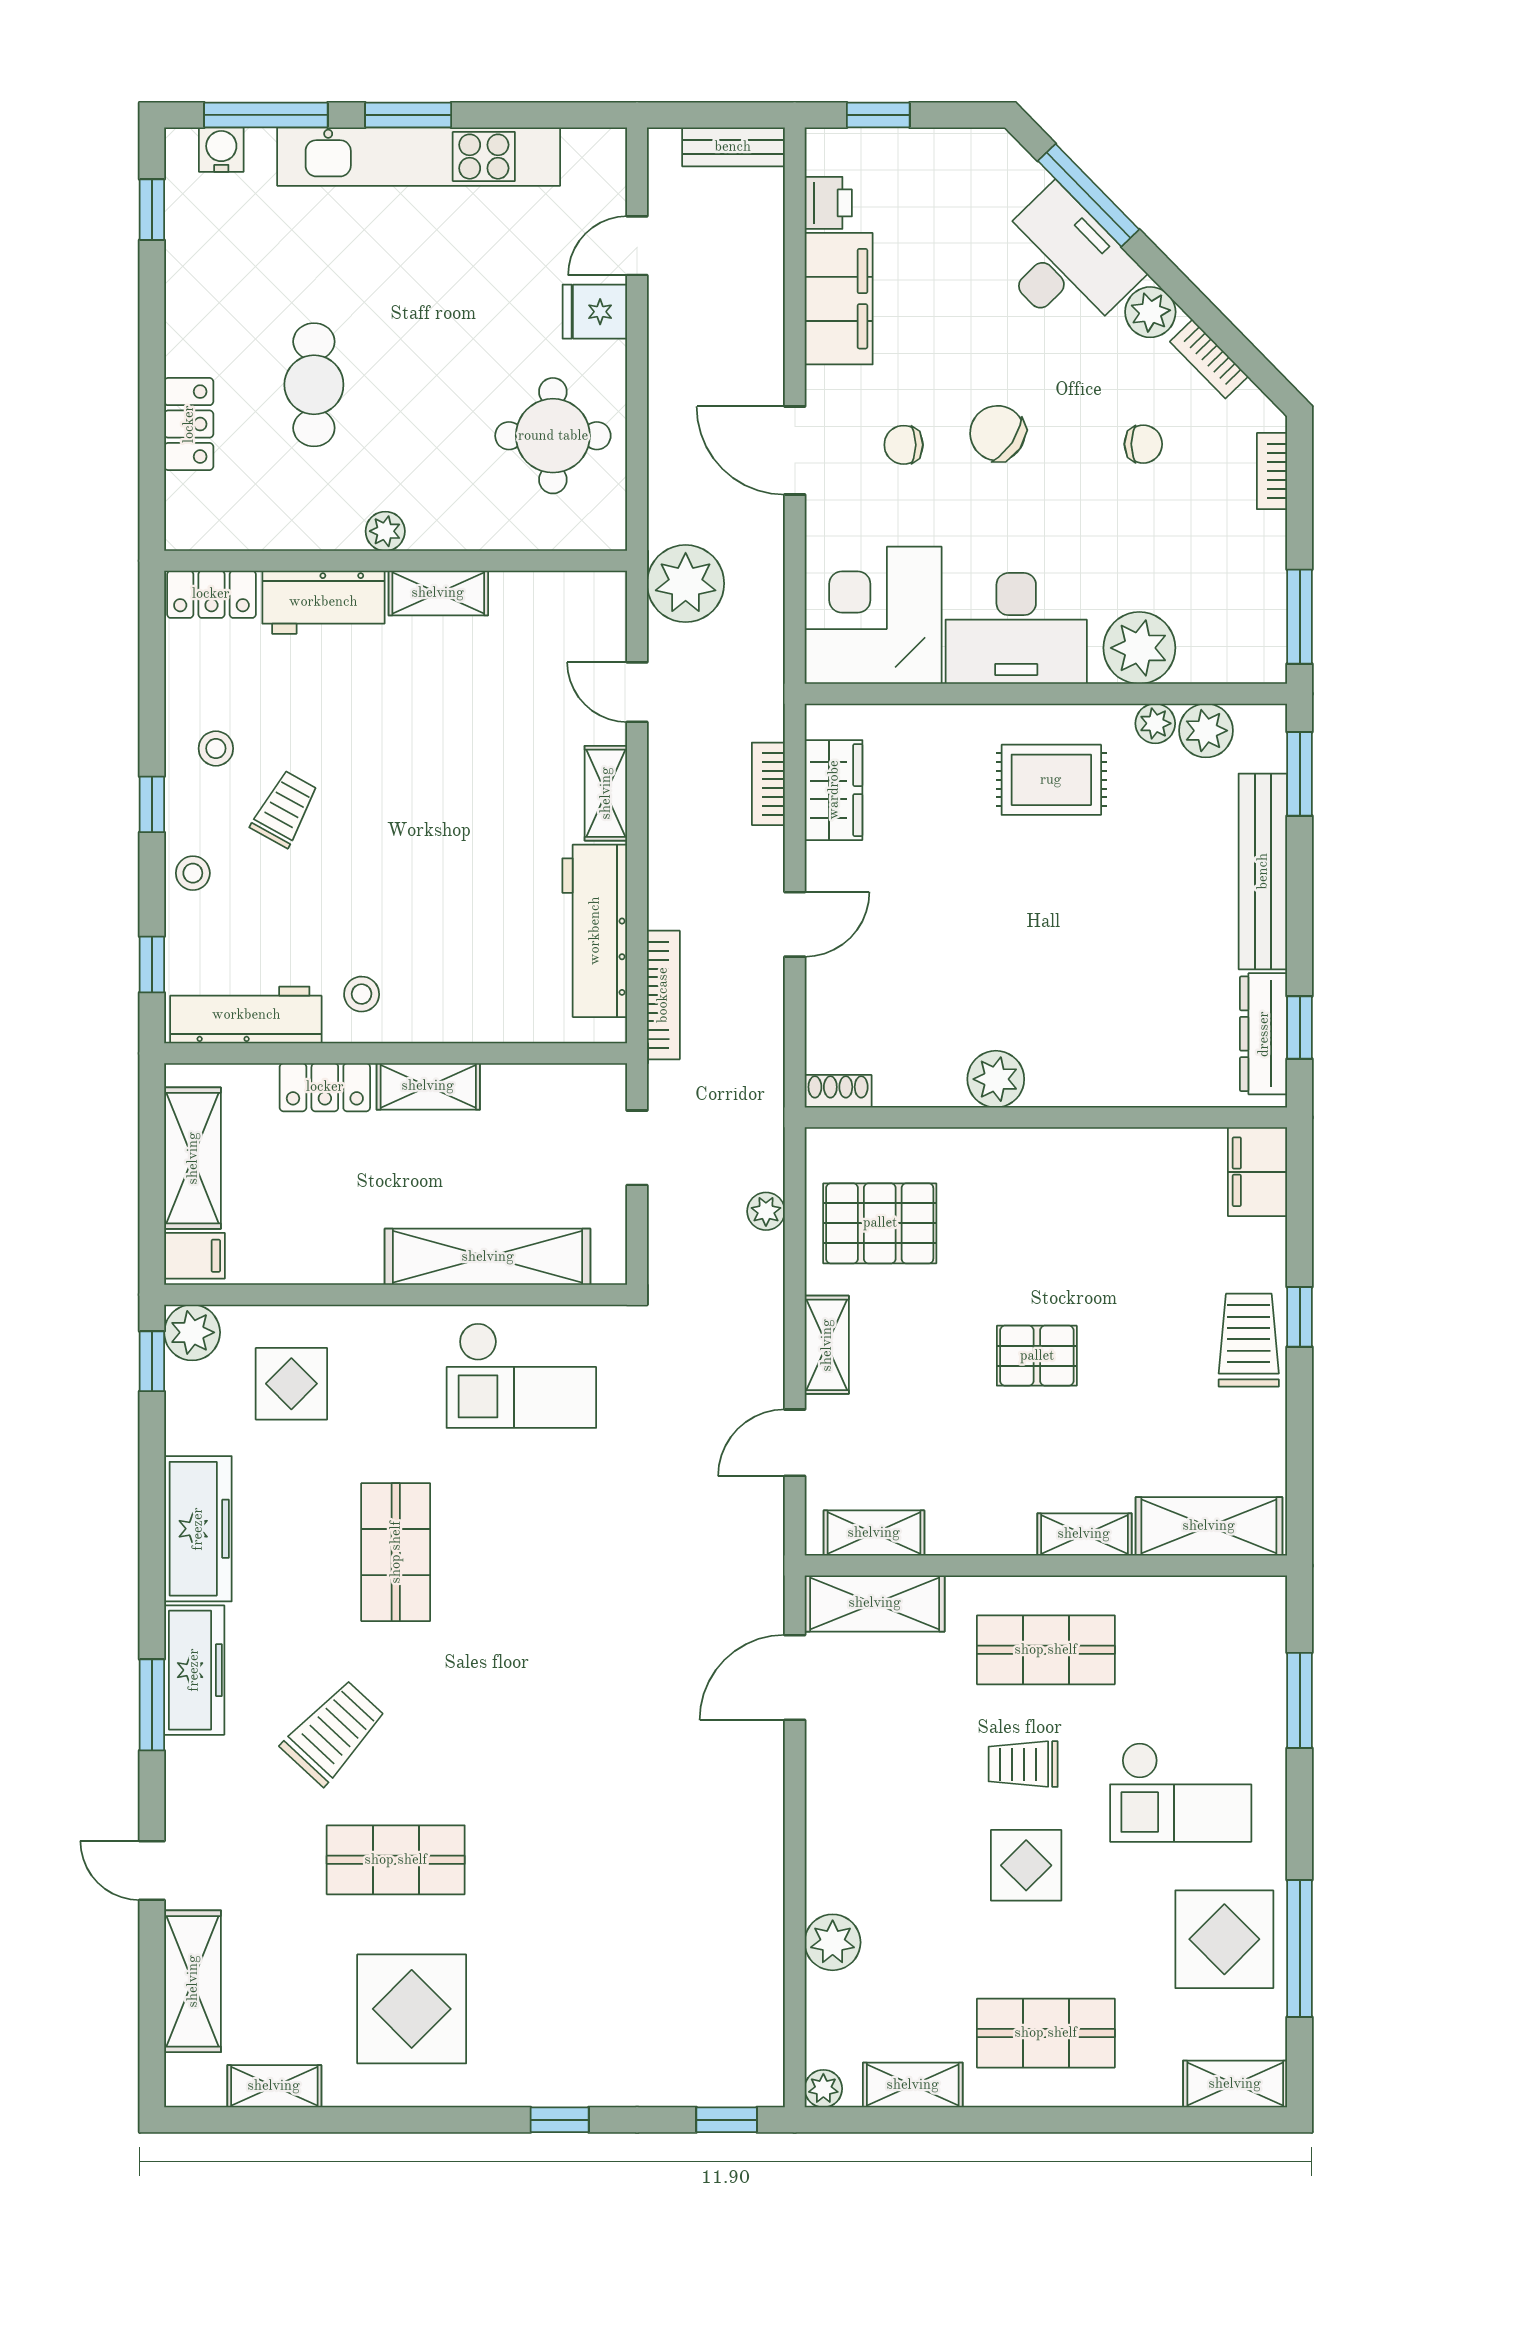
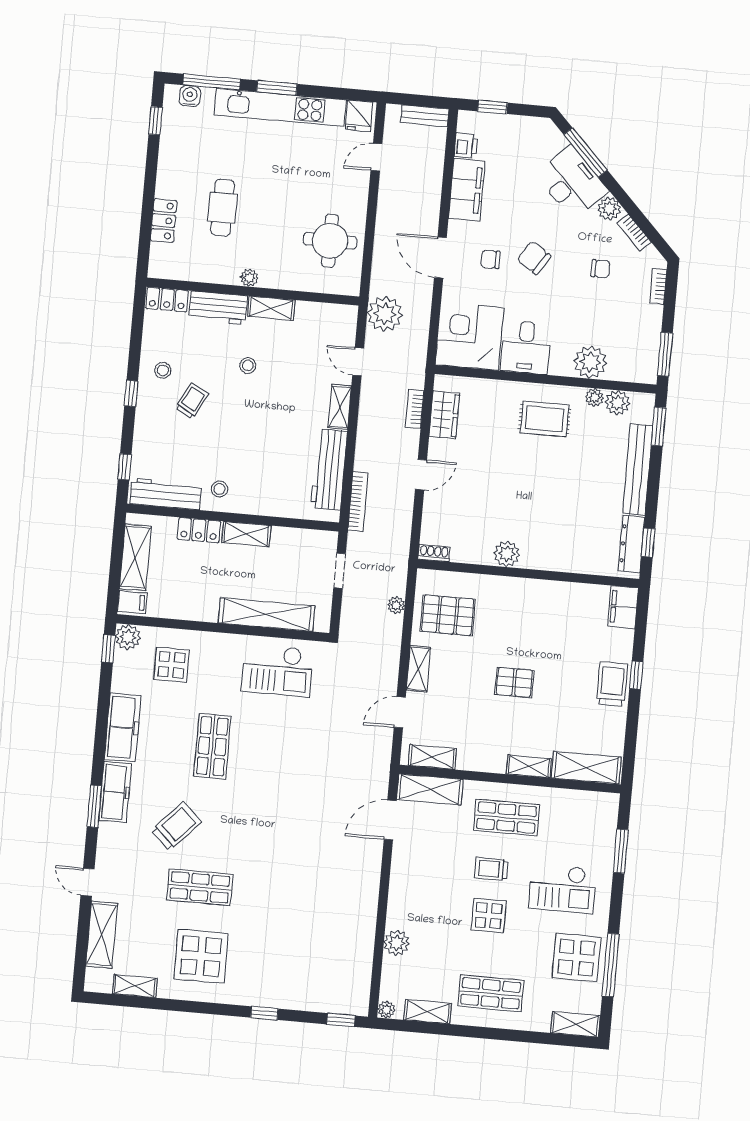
fridge: (595, 312) -> (359, 116), moved, turned -90
desk: (1016, 628) -> (526, 347), width x0.73
stool: (193, 873) -> (248, 366), moved

